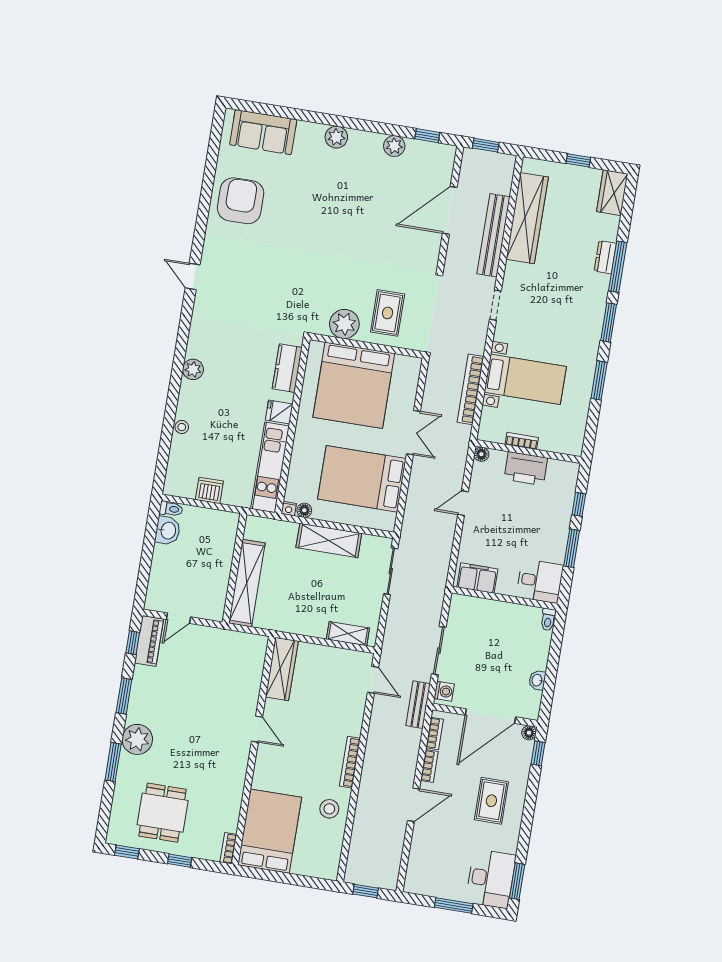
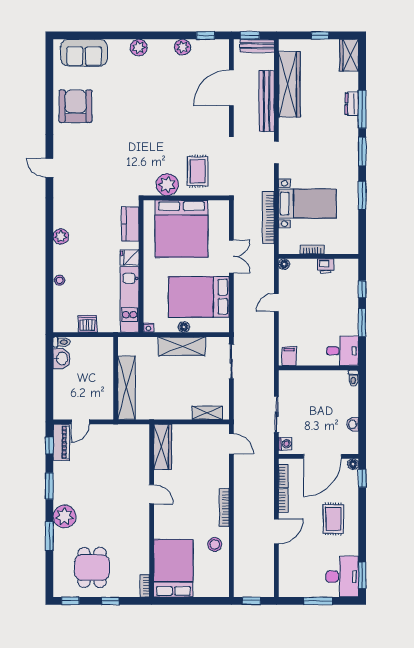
printer: (526, 469) -> (326, 266), width x0.53, depth x0.68
floor lamp: (304, 510) -> (184, 327), moved
filing cabinet: (477, 578) -> (289, 356), width x0.50
bench: (418, 705) -> (257, 46), moved, turned 90

